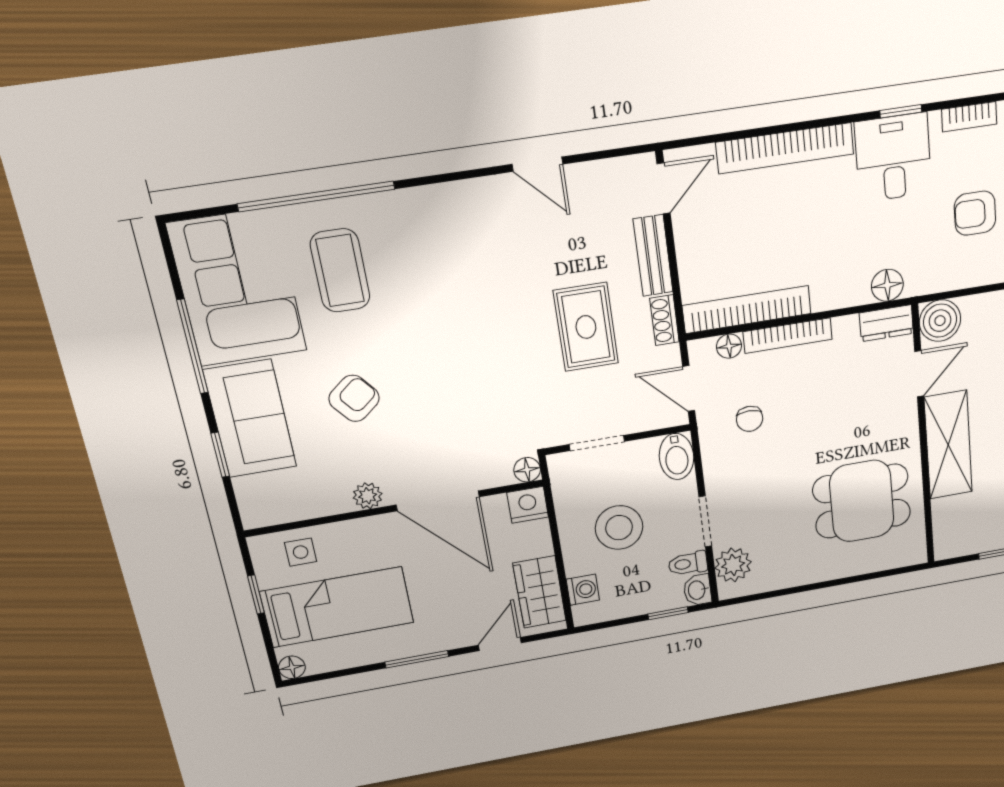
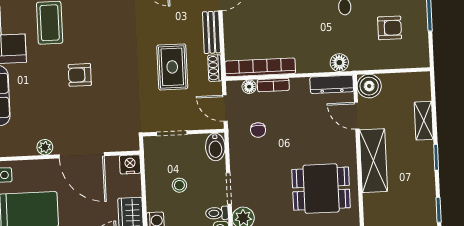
armchair: (975, 213) -> (390, 28), turned 180
dresser: (886, 323) -> (332, 84), width x1.44
bookcase: (788, 336) -> (273, 85), width x0.64
door: (919, 374) -> (357, 116), swing flipped
armchair: (354, 398) -> (80, 75), moved, turned -141
floor lamp: (527, 470) -> (132, 144), removed
stool: (619, 528) -> (179, 185), width x0.53, depth x0.53

